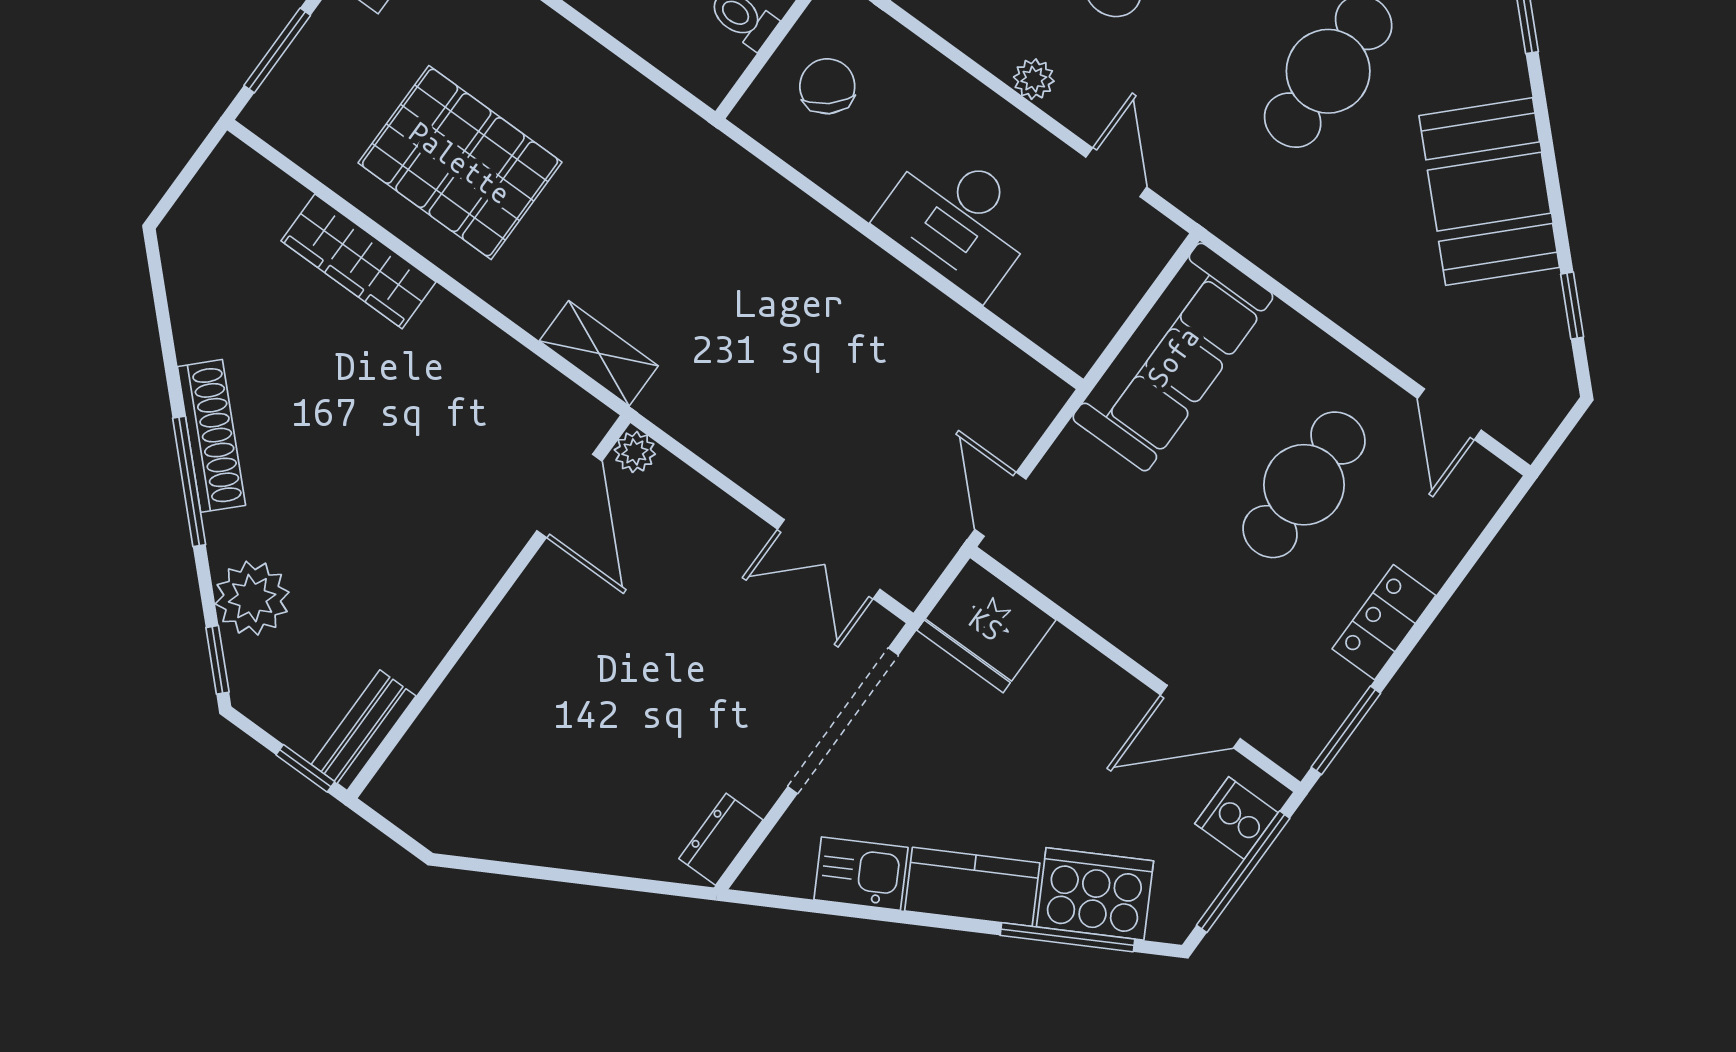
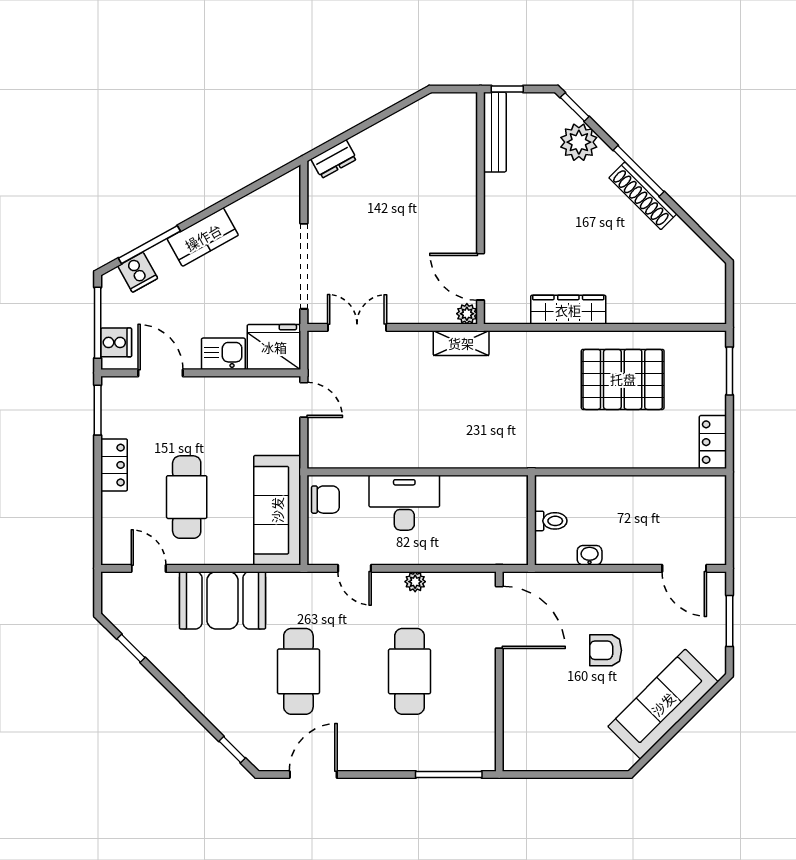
chair: (827, 86) -> (325, 500), moved, turned -49
booth: (1489, 192) -> (222, 600), moved, turned -45
wardrobe: (358, 261) -> (568, 310), moved
shelving: (599, 353) -> (461, 343), moved
door: (1200, 717) -> (160, 373), hinge flipped
bench: (364, 730) -> (495, 132), width x1.36
dresser: (721, 839) -> (334, 159), moved, turned 61
kitchen sink: (861, 874) -> (223, 354), moved, turned -151
cooker: (1095, 894) -> (138, 272), width x0.53, depth x0.76

